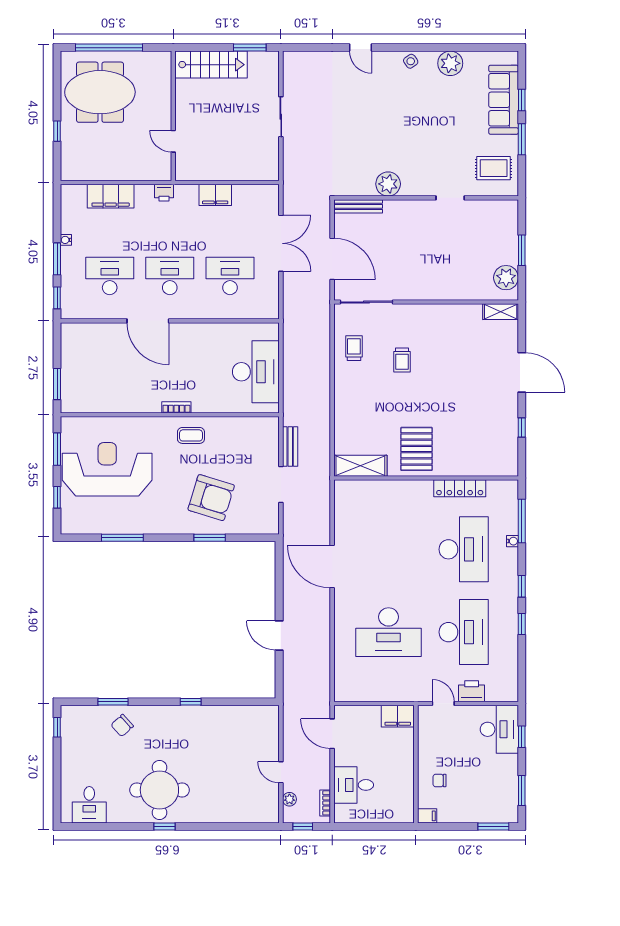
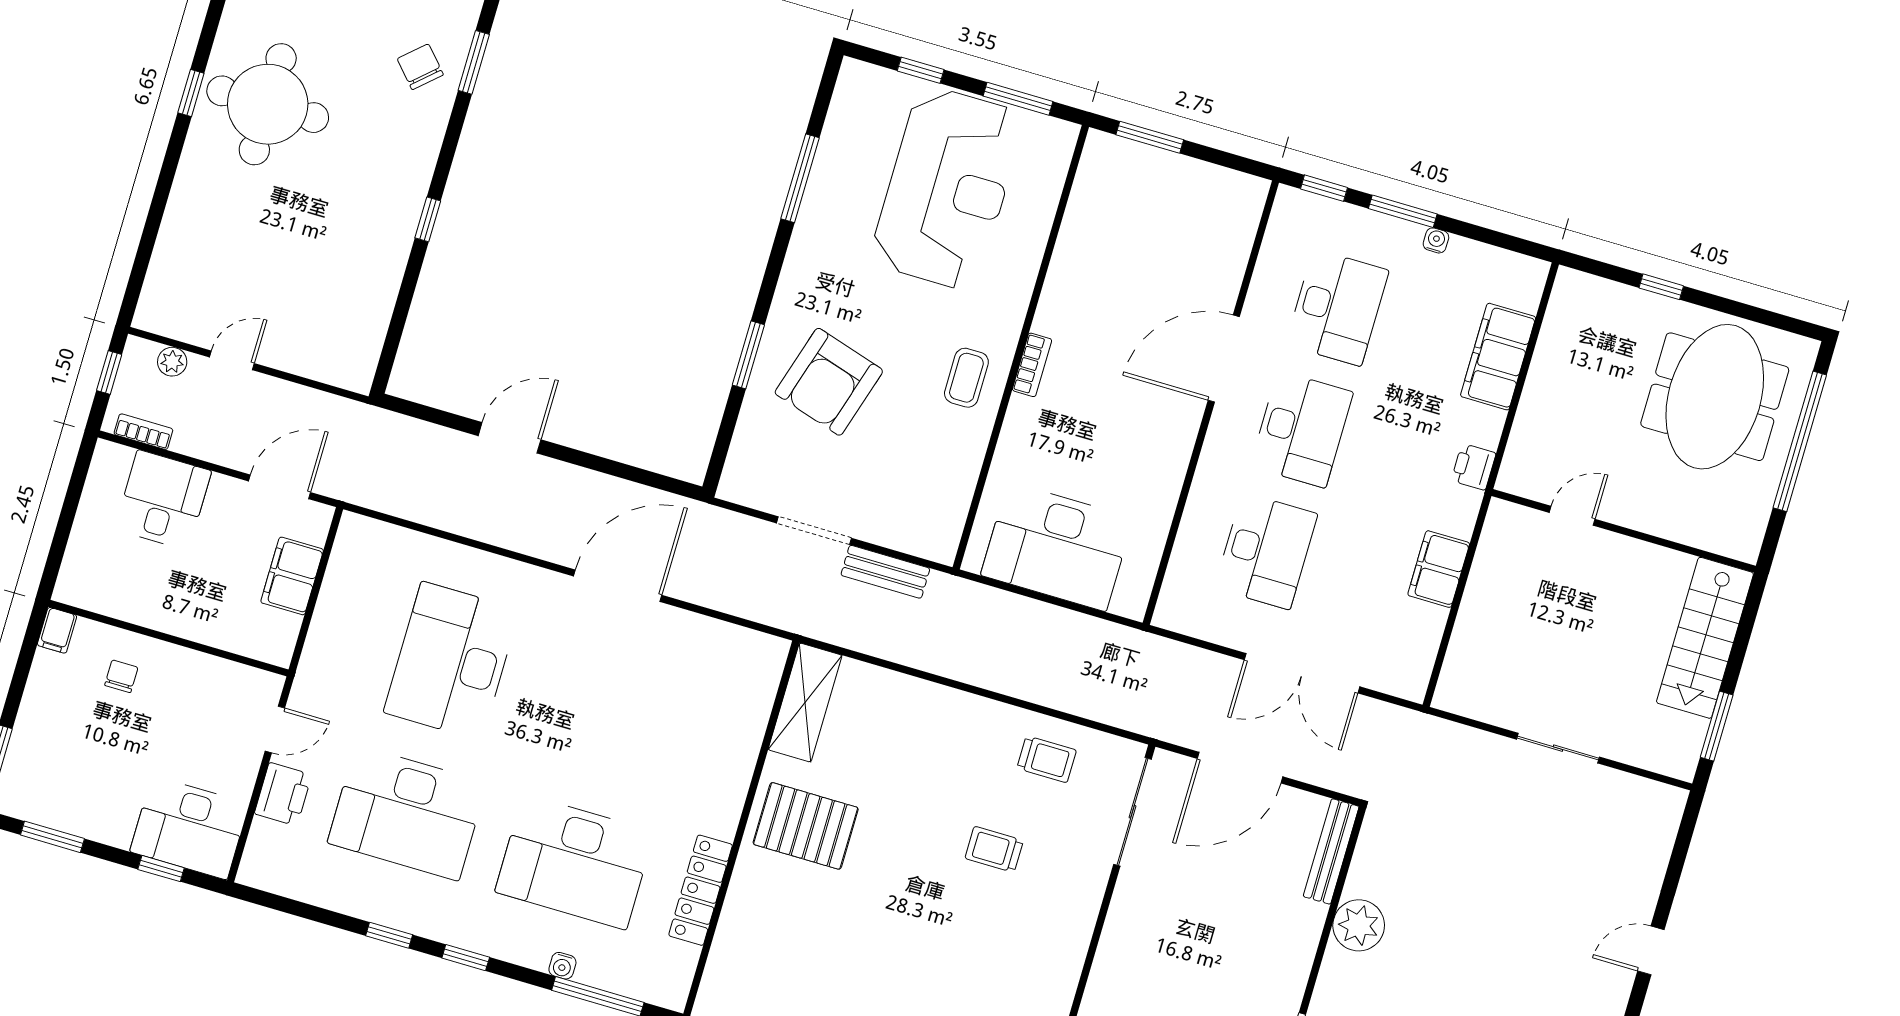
filing cabinet: (398, 716) -> (292, 576), moved

